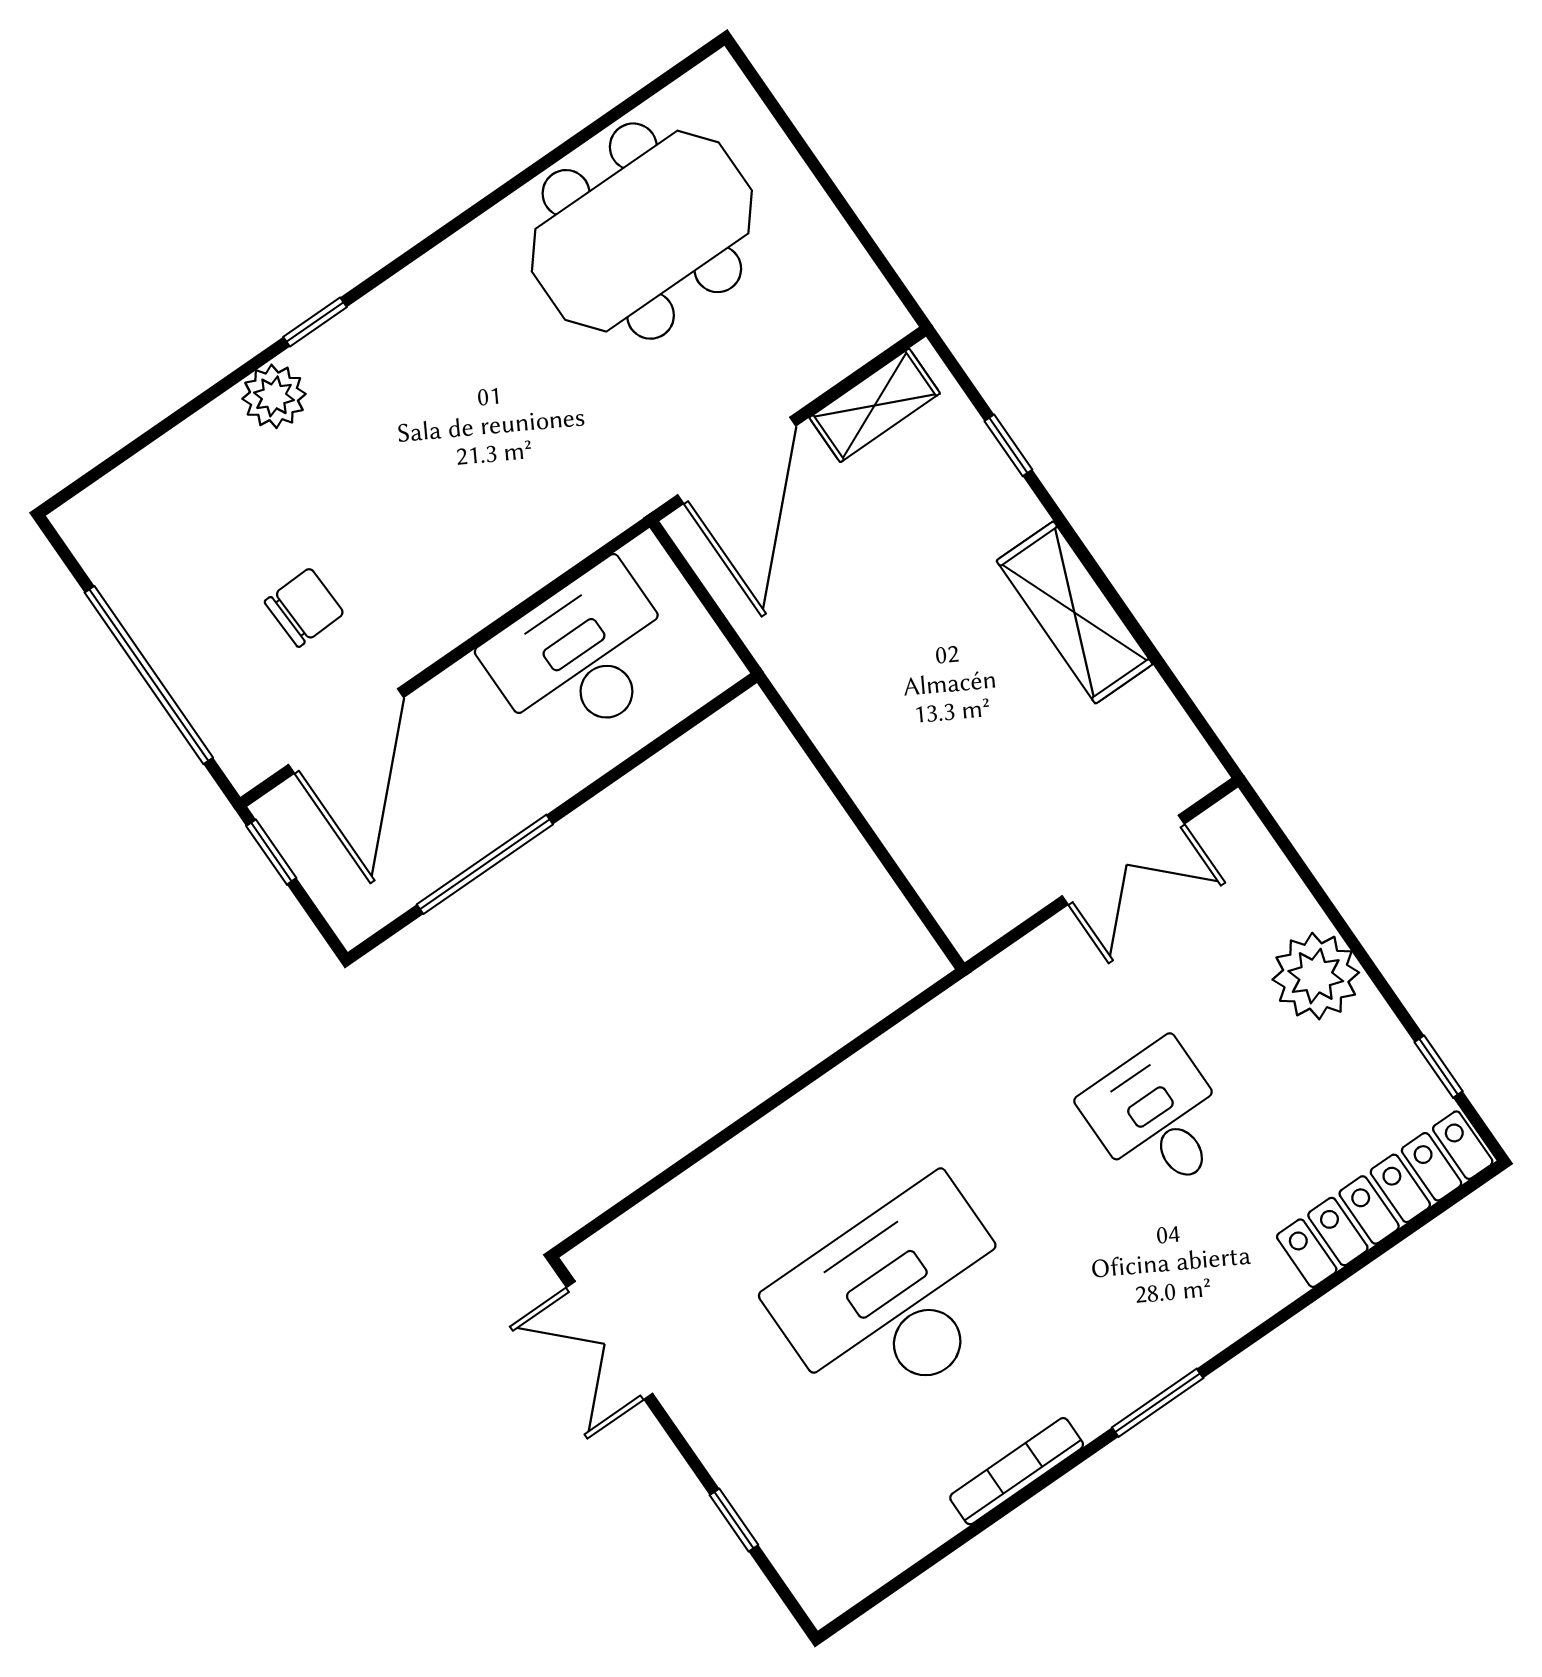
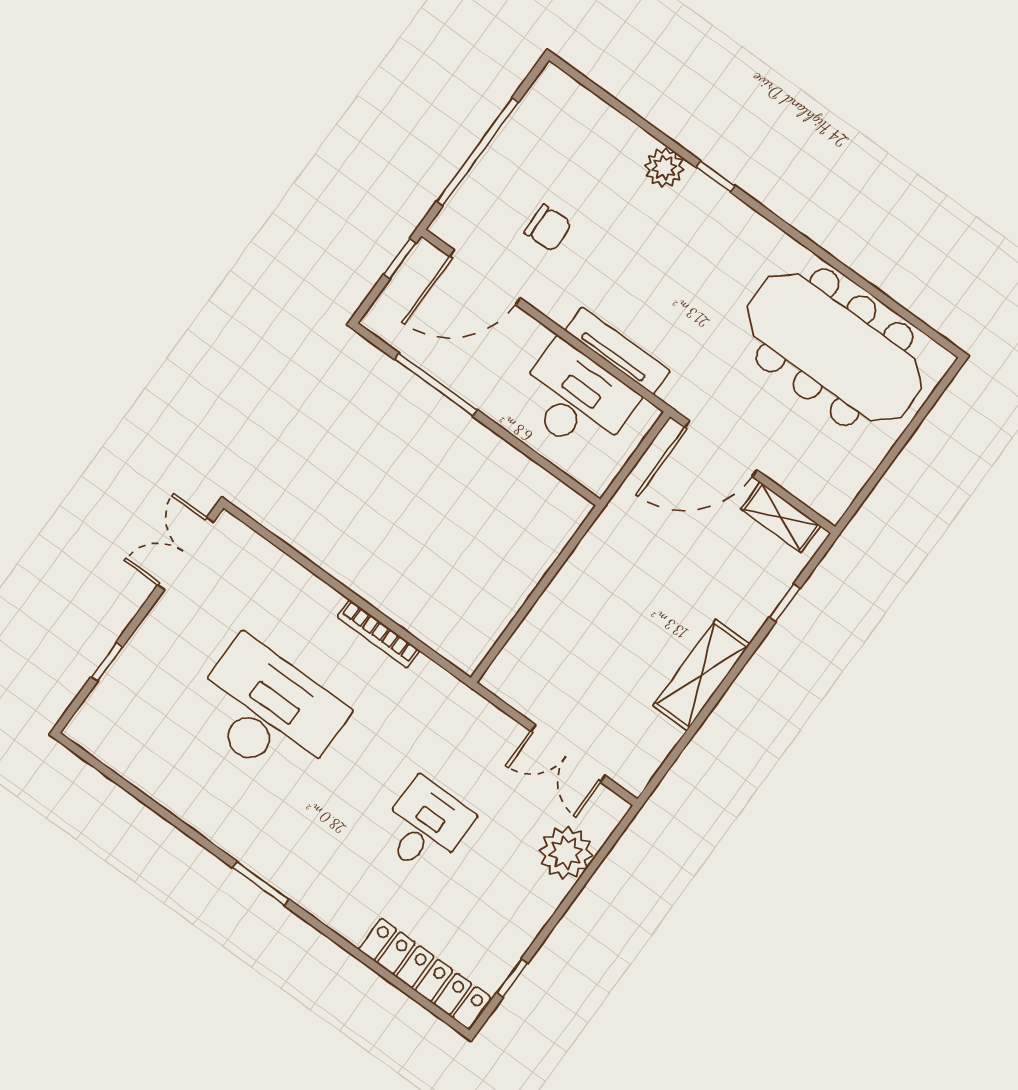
meeting table: (642, 231) -> (834, 347), width x1.36
tv unit: (530, 567) -> (618, 351), added
plant: (1316, 976) -> (566, 853), moved
bookcase: (1017, 1471) -> (378, 634), moved, turned 180

